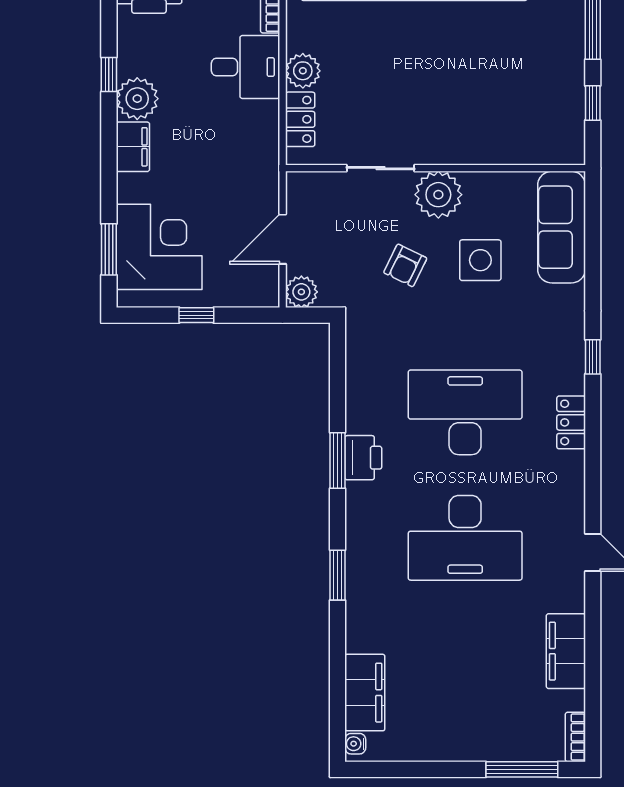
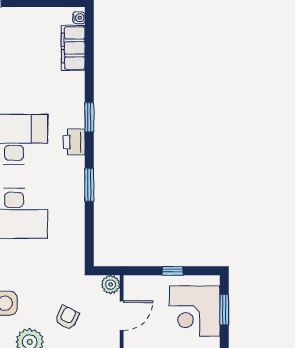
armchair: (405, 265) -> (67, 318), moved
printer: (363, 458) -> (74, 142), moved

